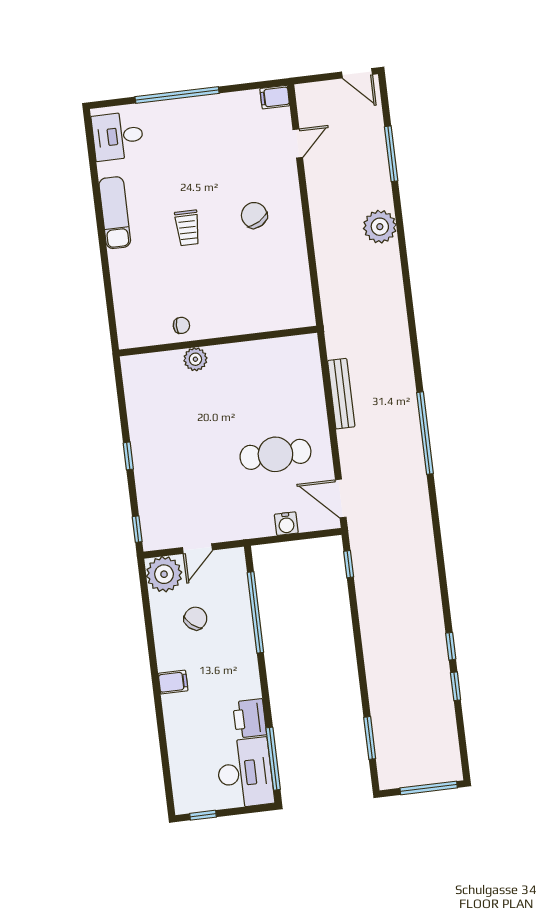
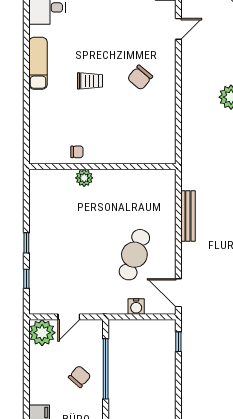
chair: (254, 215) -> (140, 78), turned -110
trolley: (187, 228) -> (90, 81), turned -90
cafe table: (275, 454) -> (134, 255), turned -70
window: (137, 529) -> (26, 279), moved
chair: (196, 618) -> (80, 377), moved

